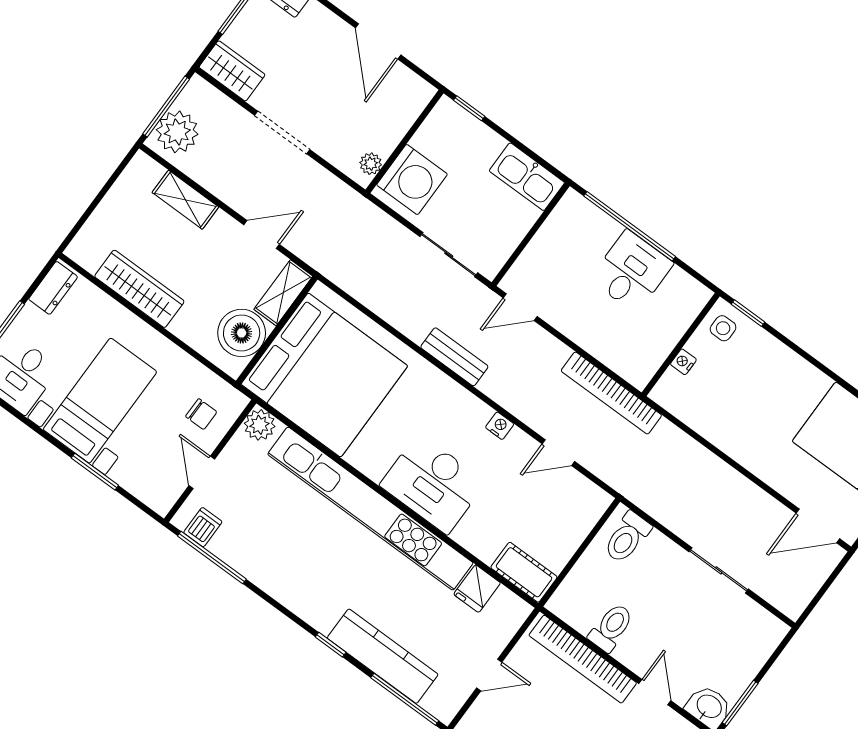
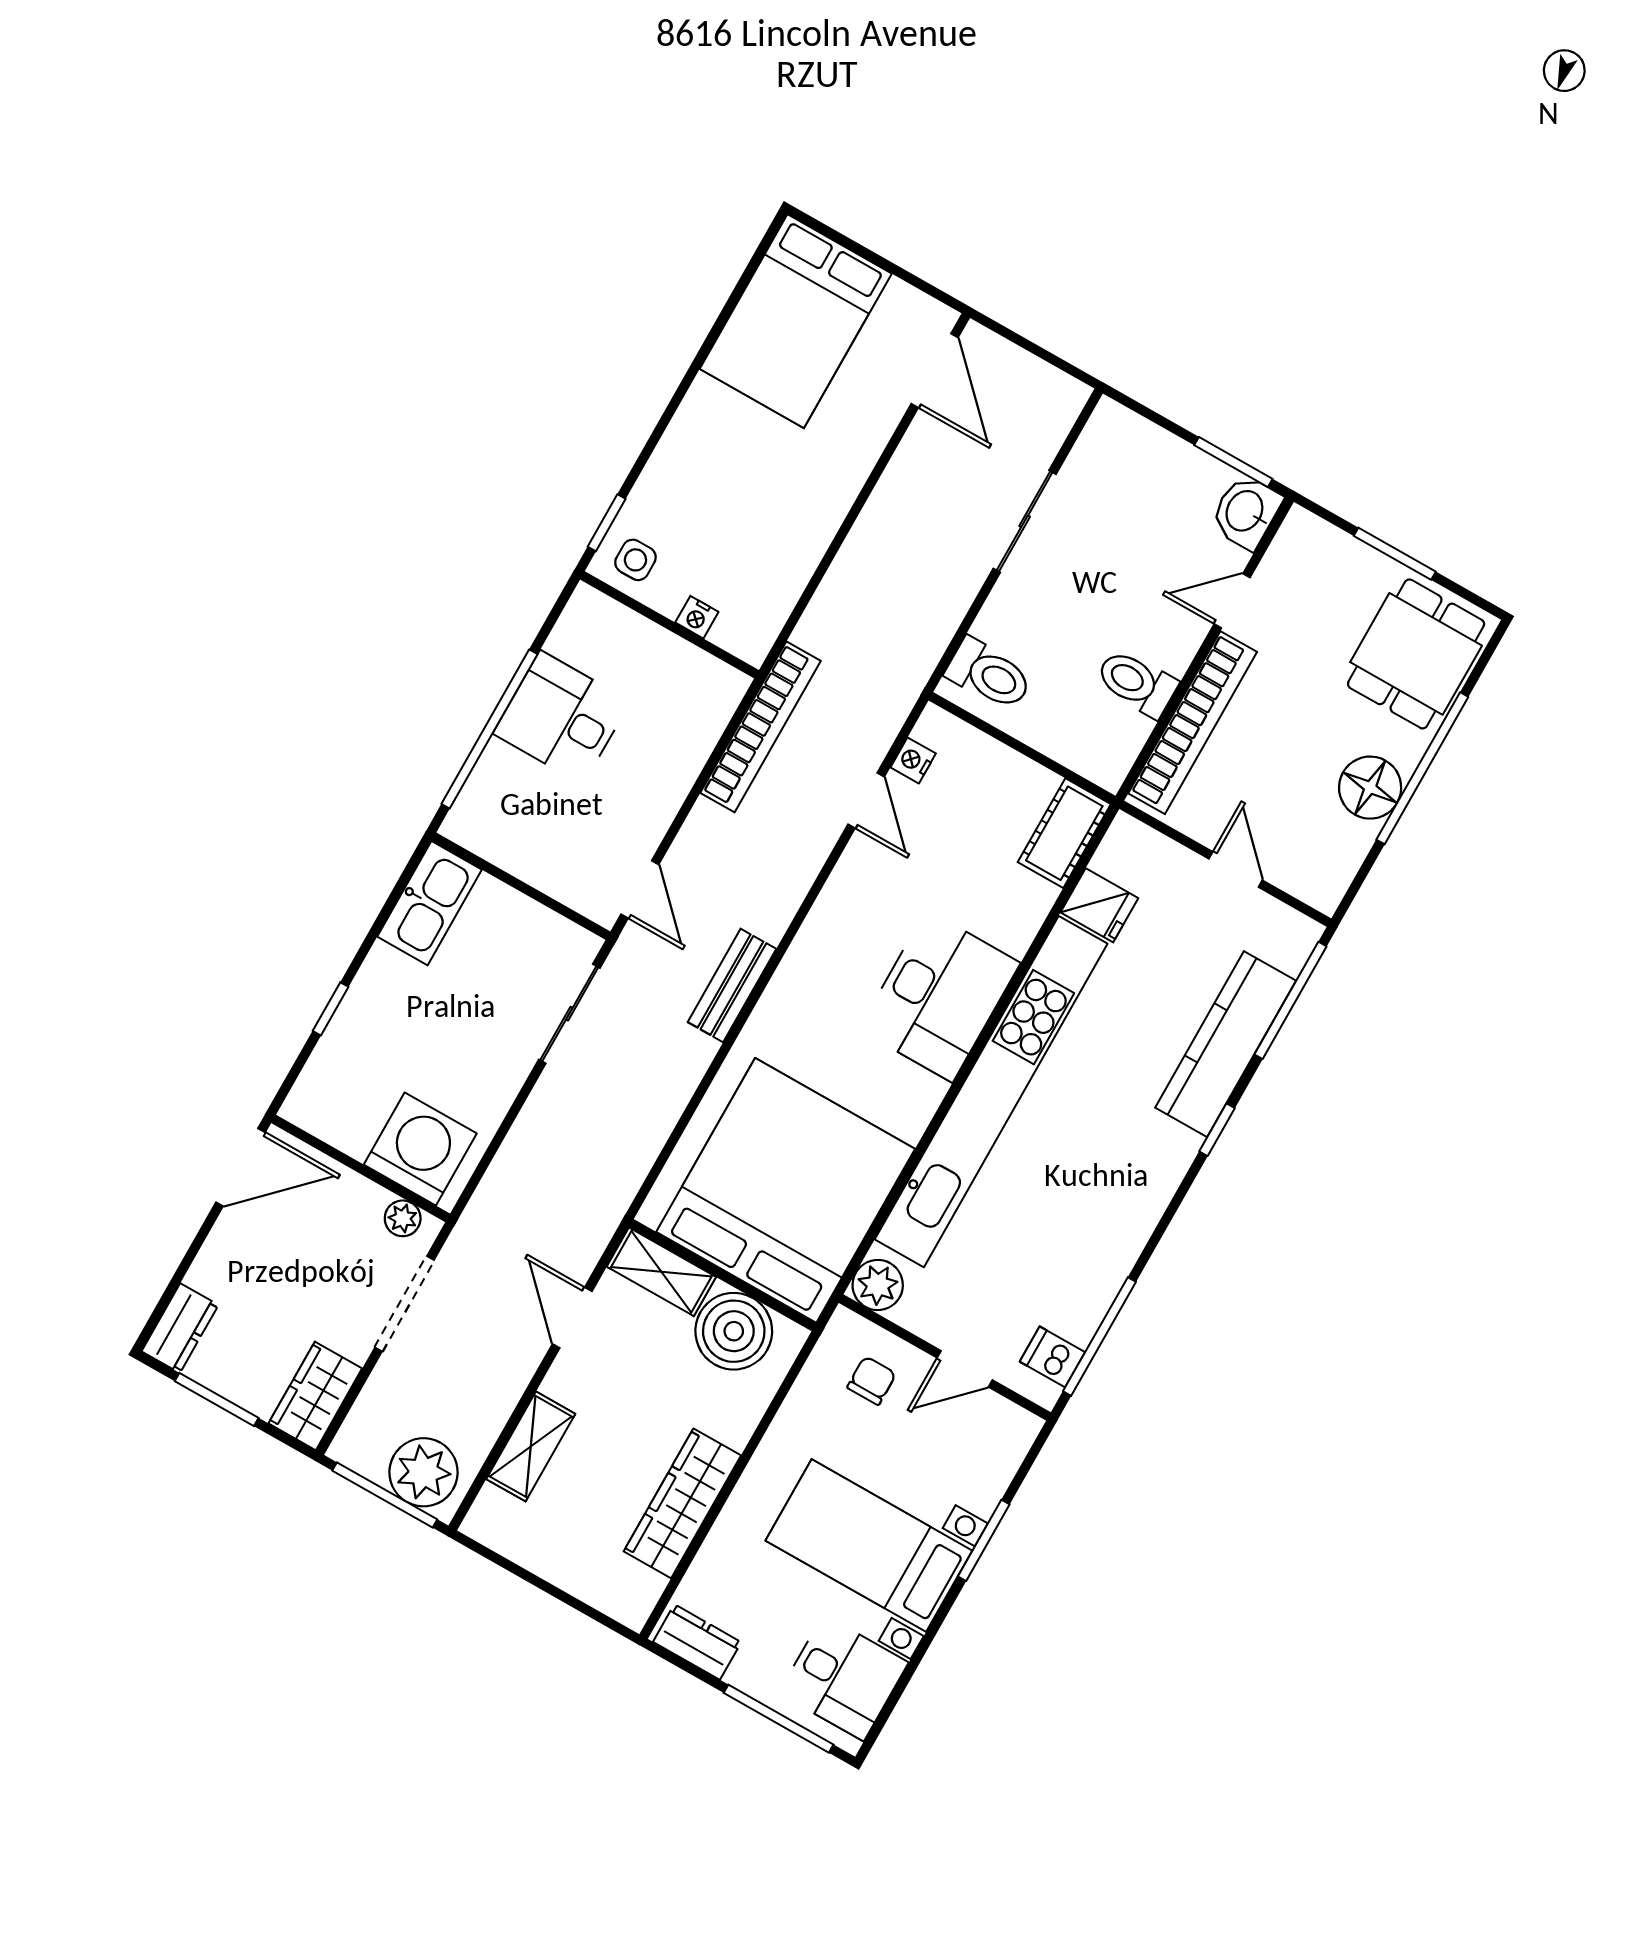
wall: (404, 141) -> (361, 1168), moved
plant: (371, 164) -> (403, 1218), moved
washing machine: (412, 180) -> (420, 1149), moved
nightstand: (500, 426) -> (913, 760), moved

